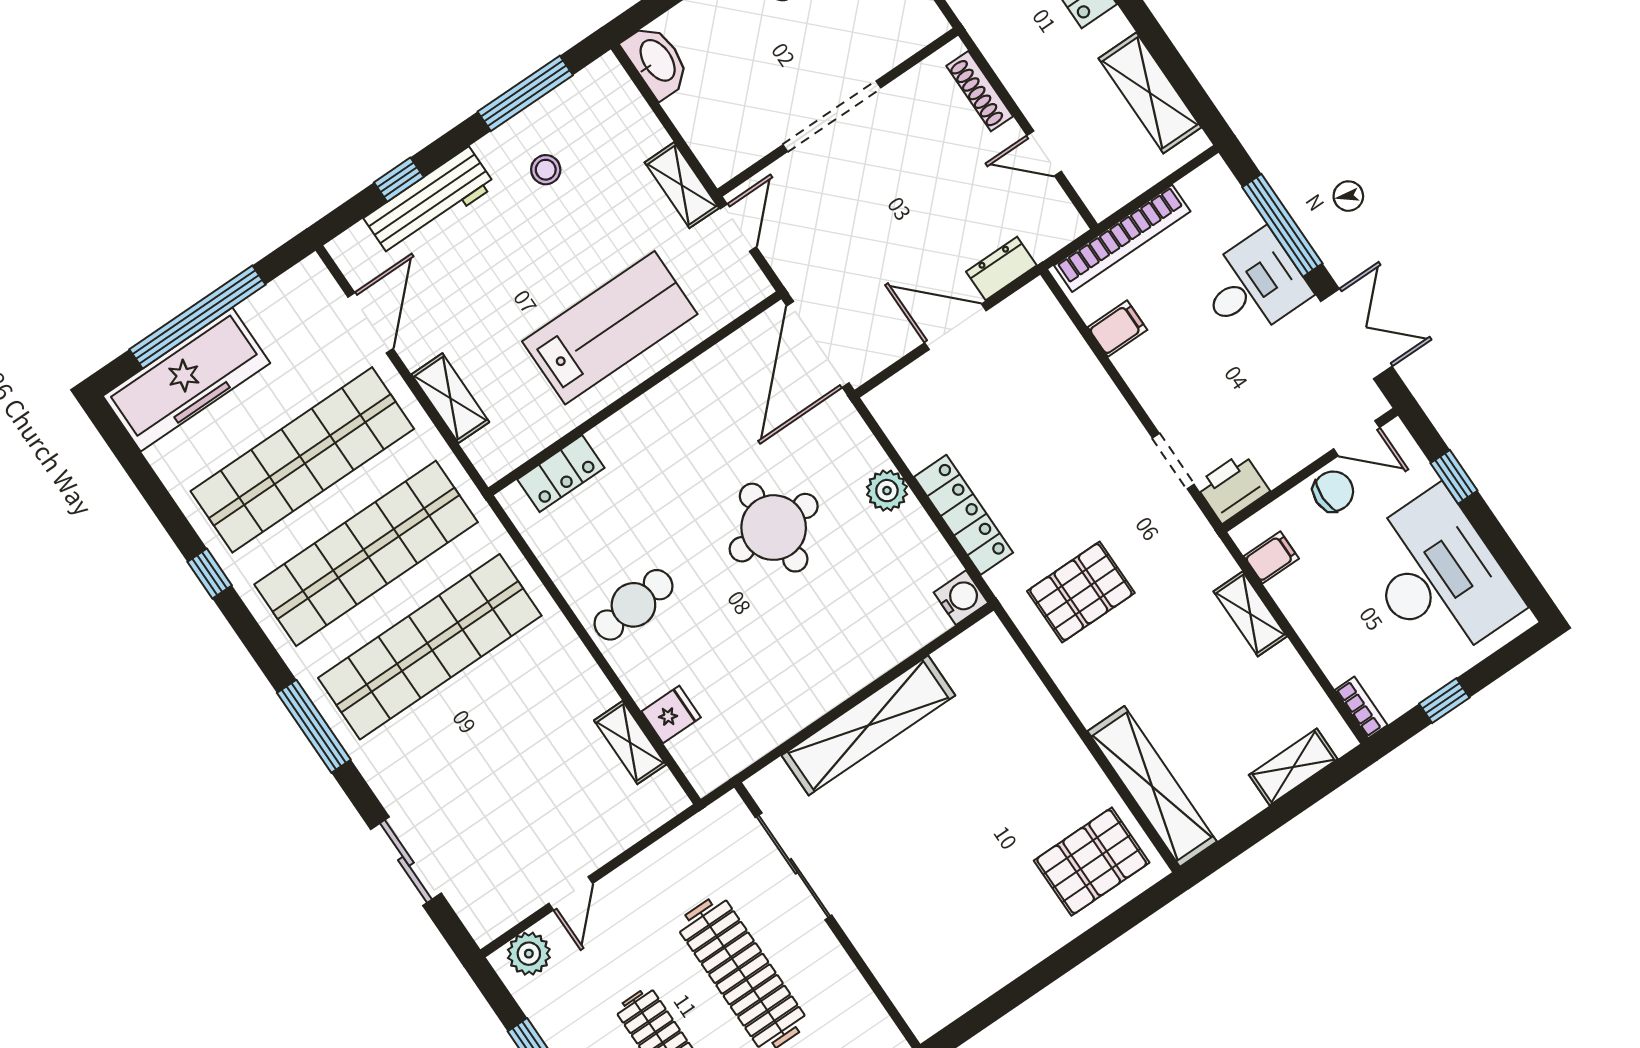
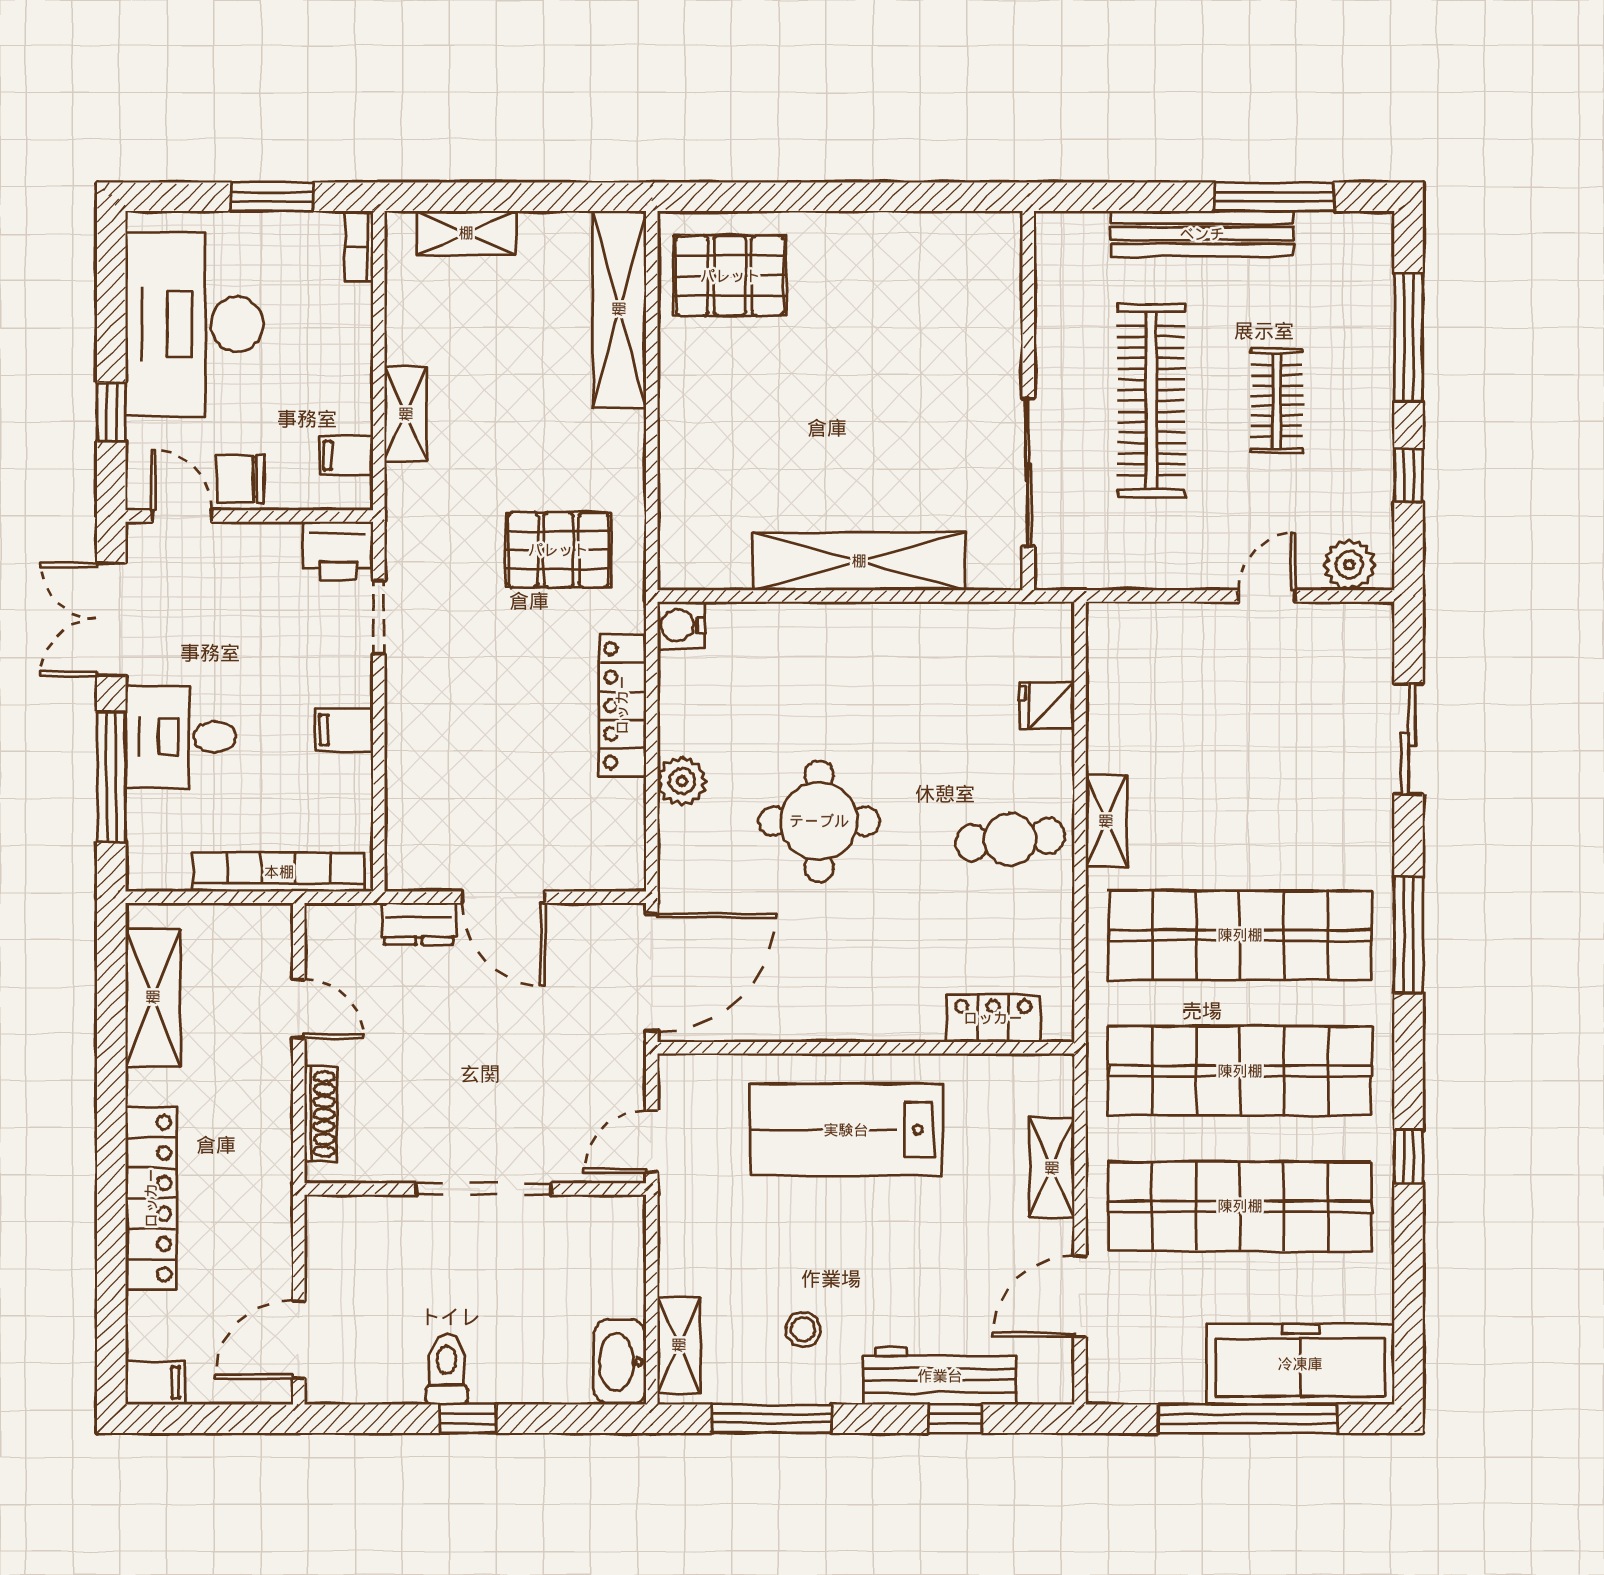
shelving: (682, 185) -> (679, 1345), moved
filing cabinet: (1117, 329) -> (344, 730), moved
window: (1444, 701) -> (272, 197), width x1.50
shelving: (630, 743) -> (1106, 821), moved

